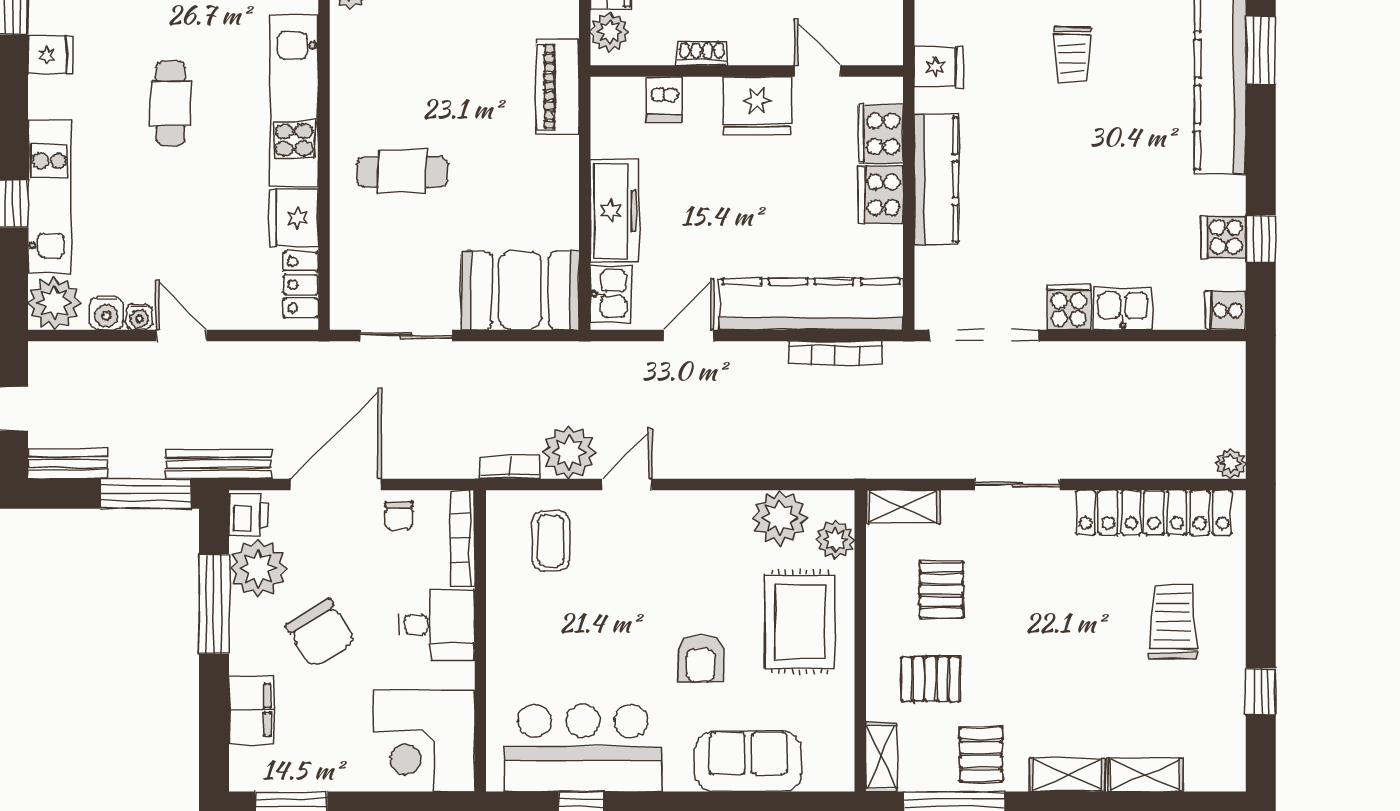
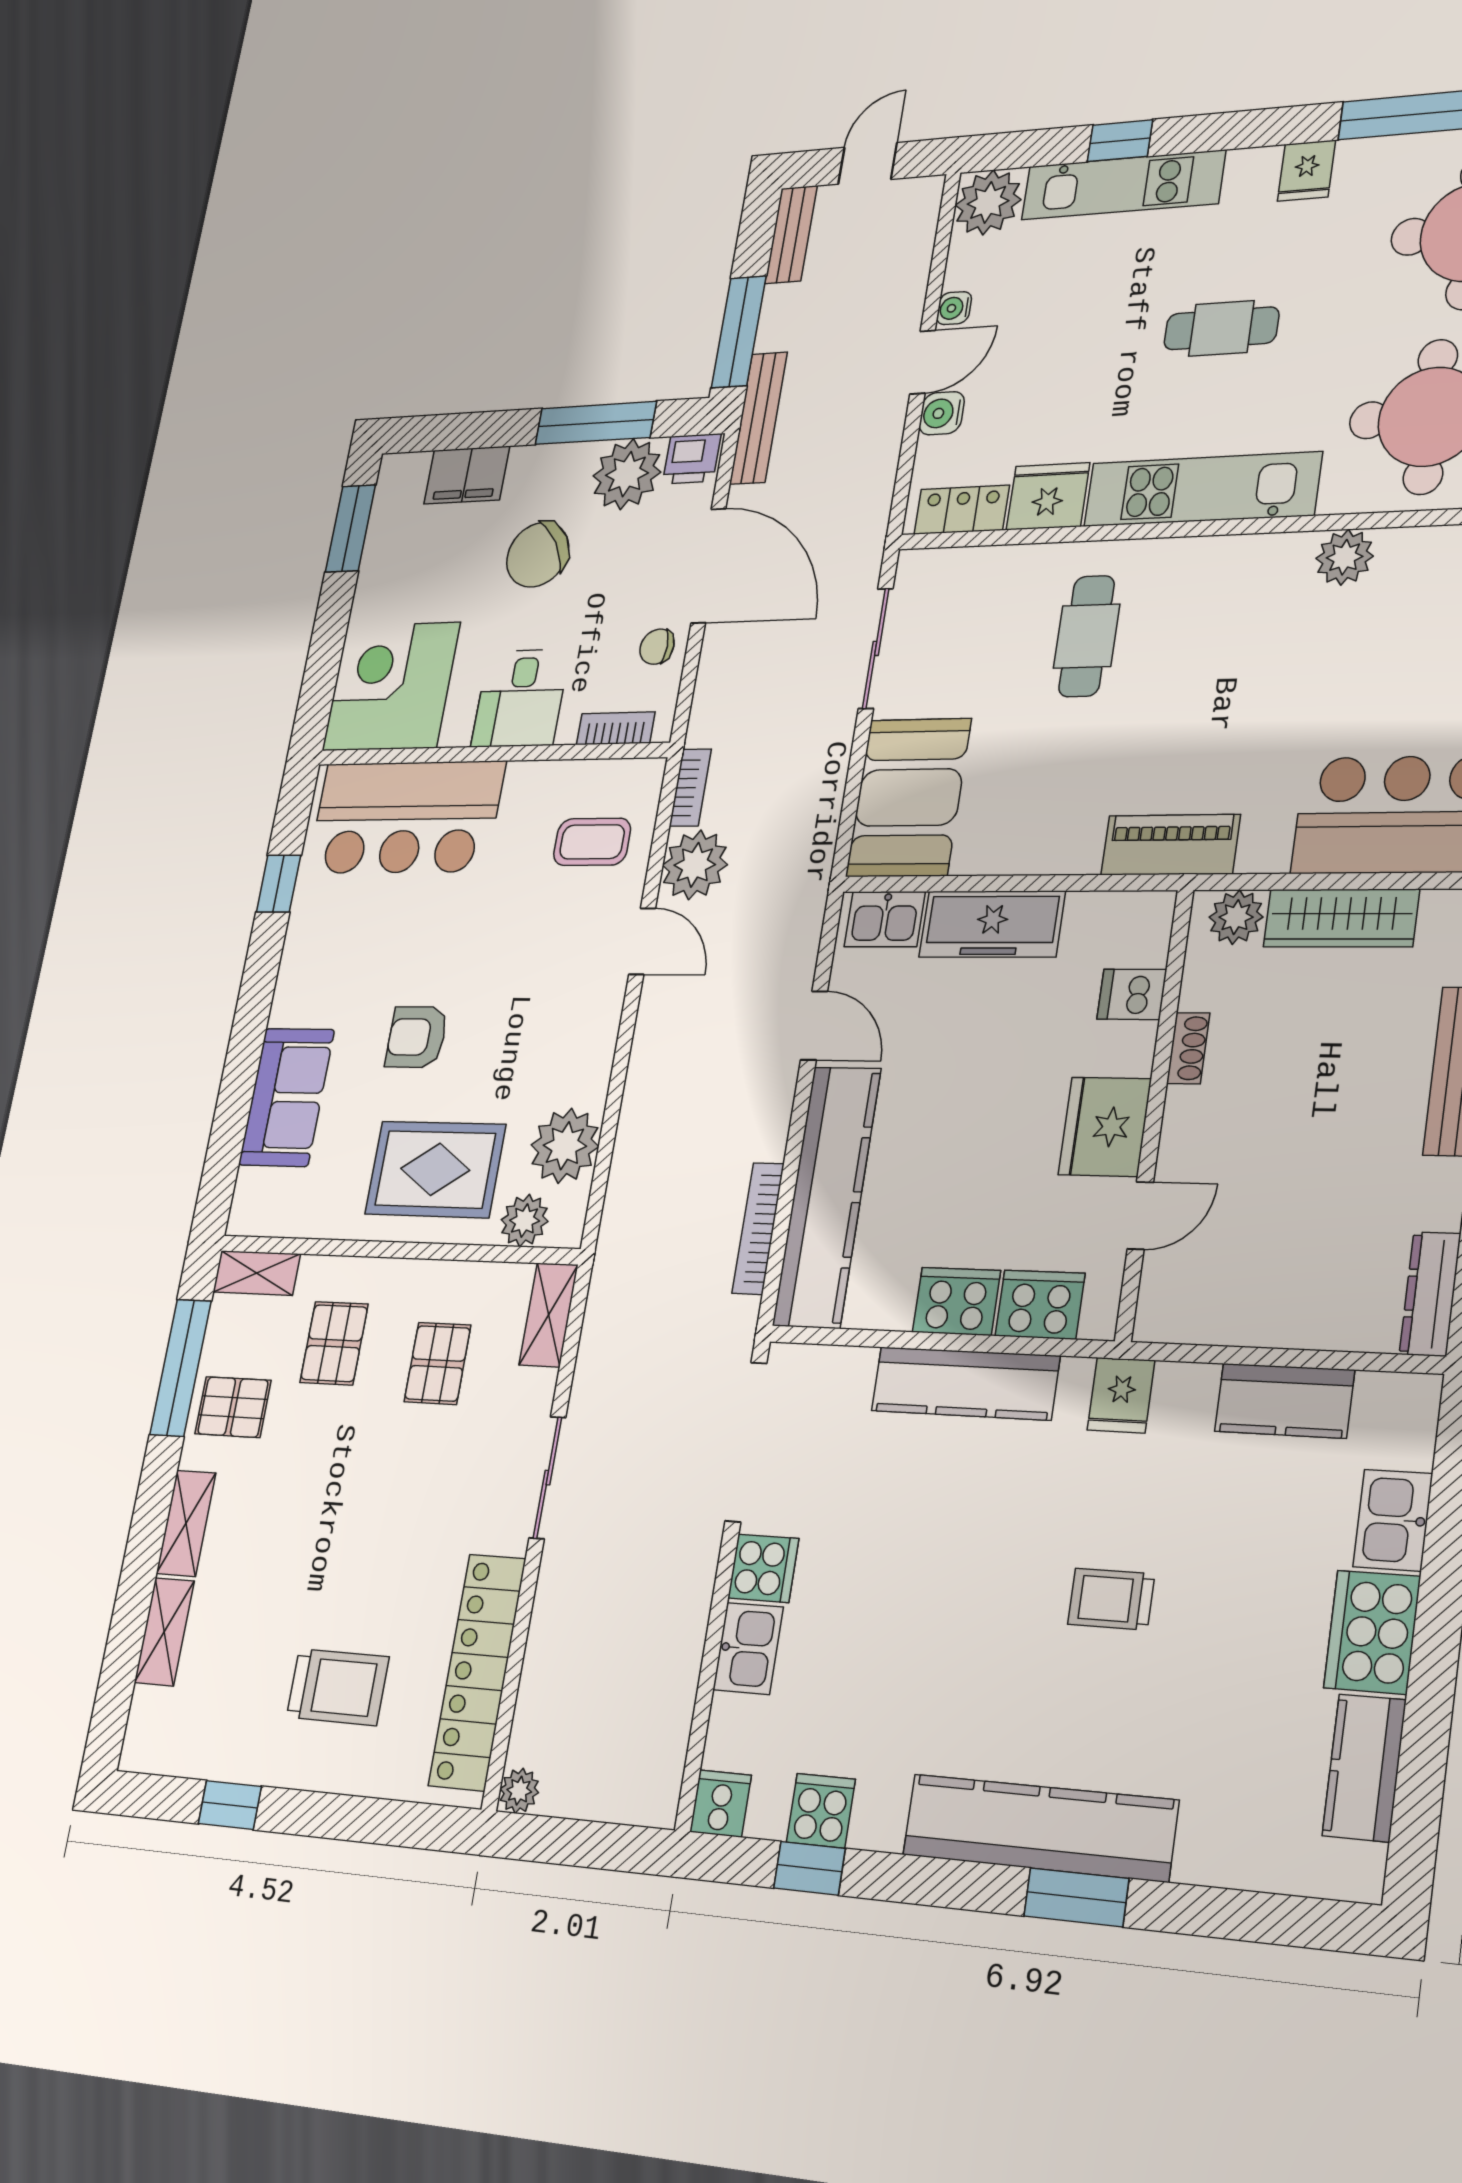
water cooler: (106, 313) -> (942, 413), moved
bookcase: (462, 538) -> (616, 728), width x0.64
pallet: (941, 590) -> (437, 1363), turned 90
bar counter: (583, 748) -> (406, 817), moved, turned 90

